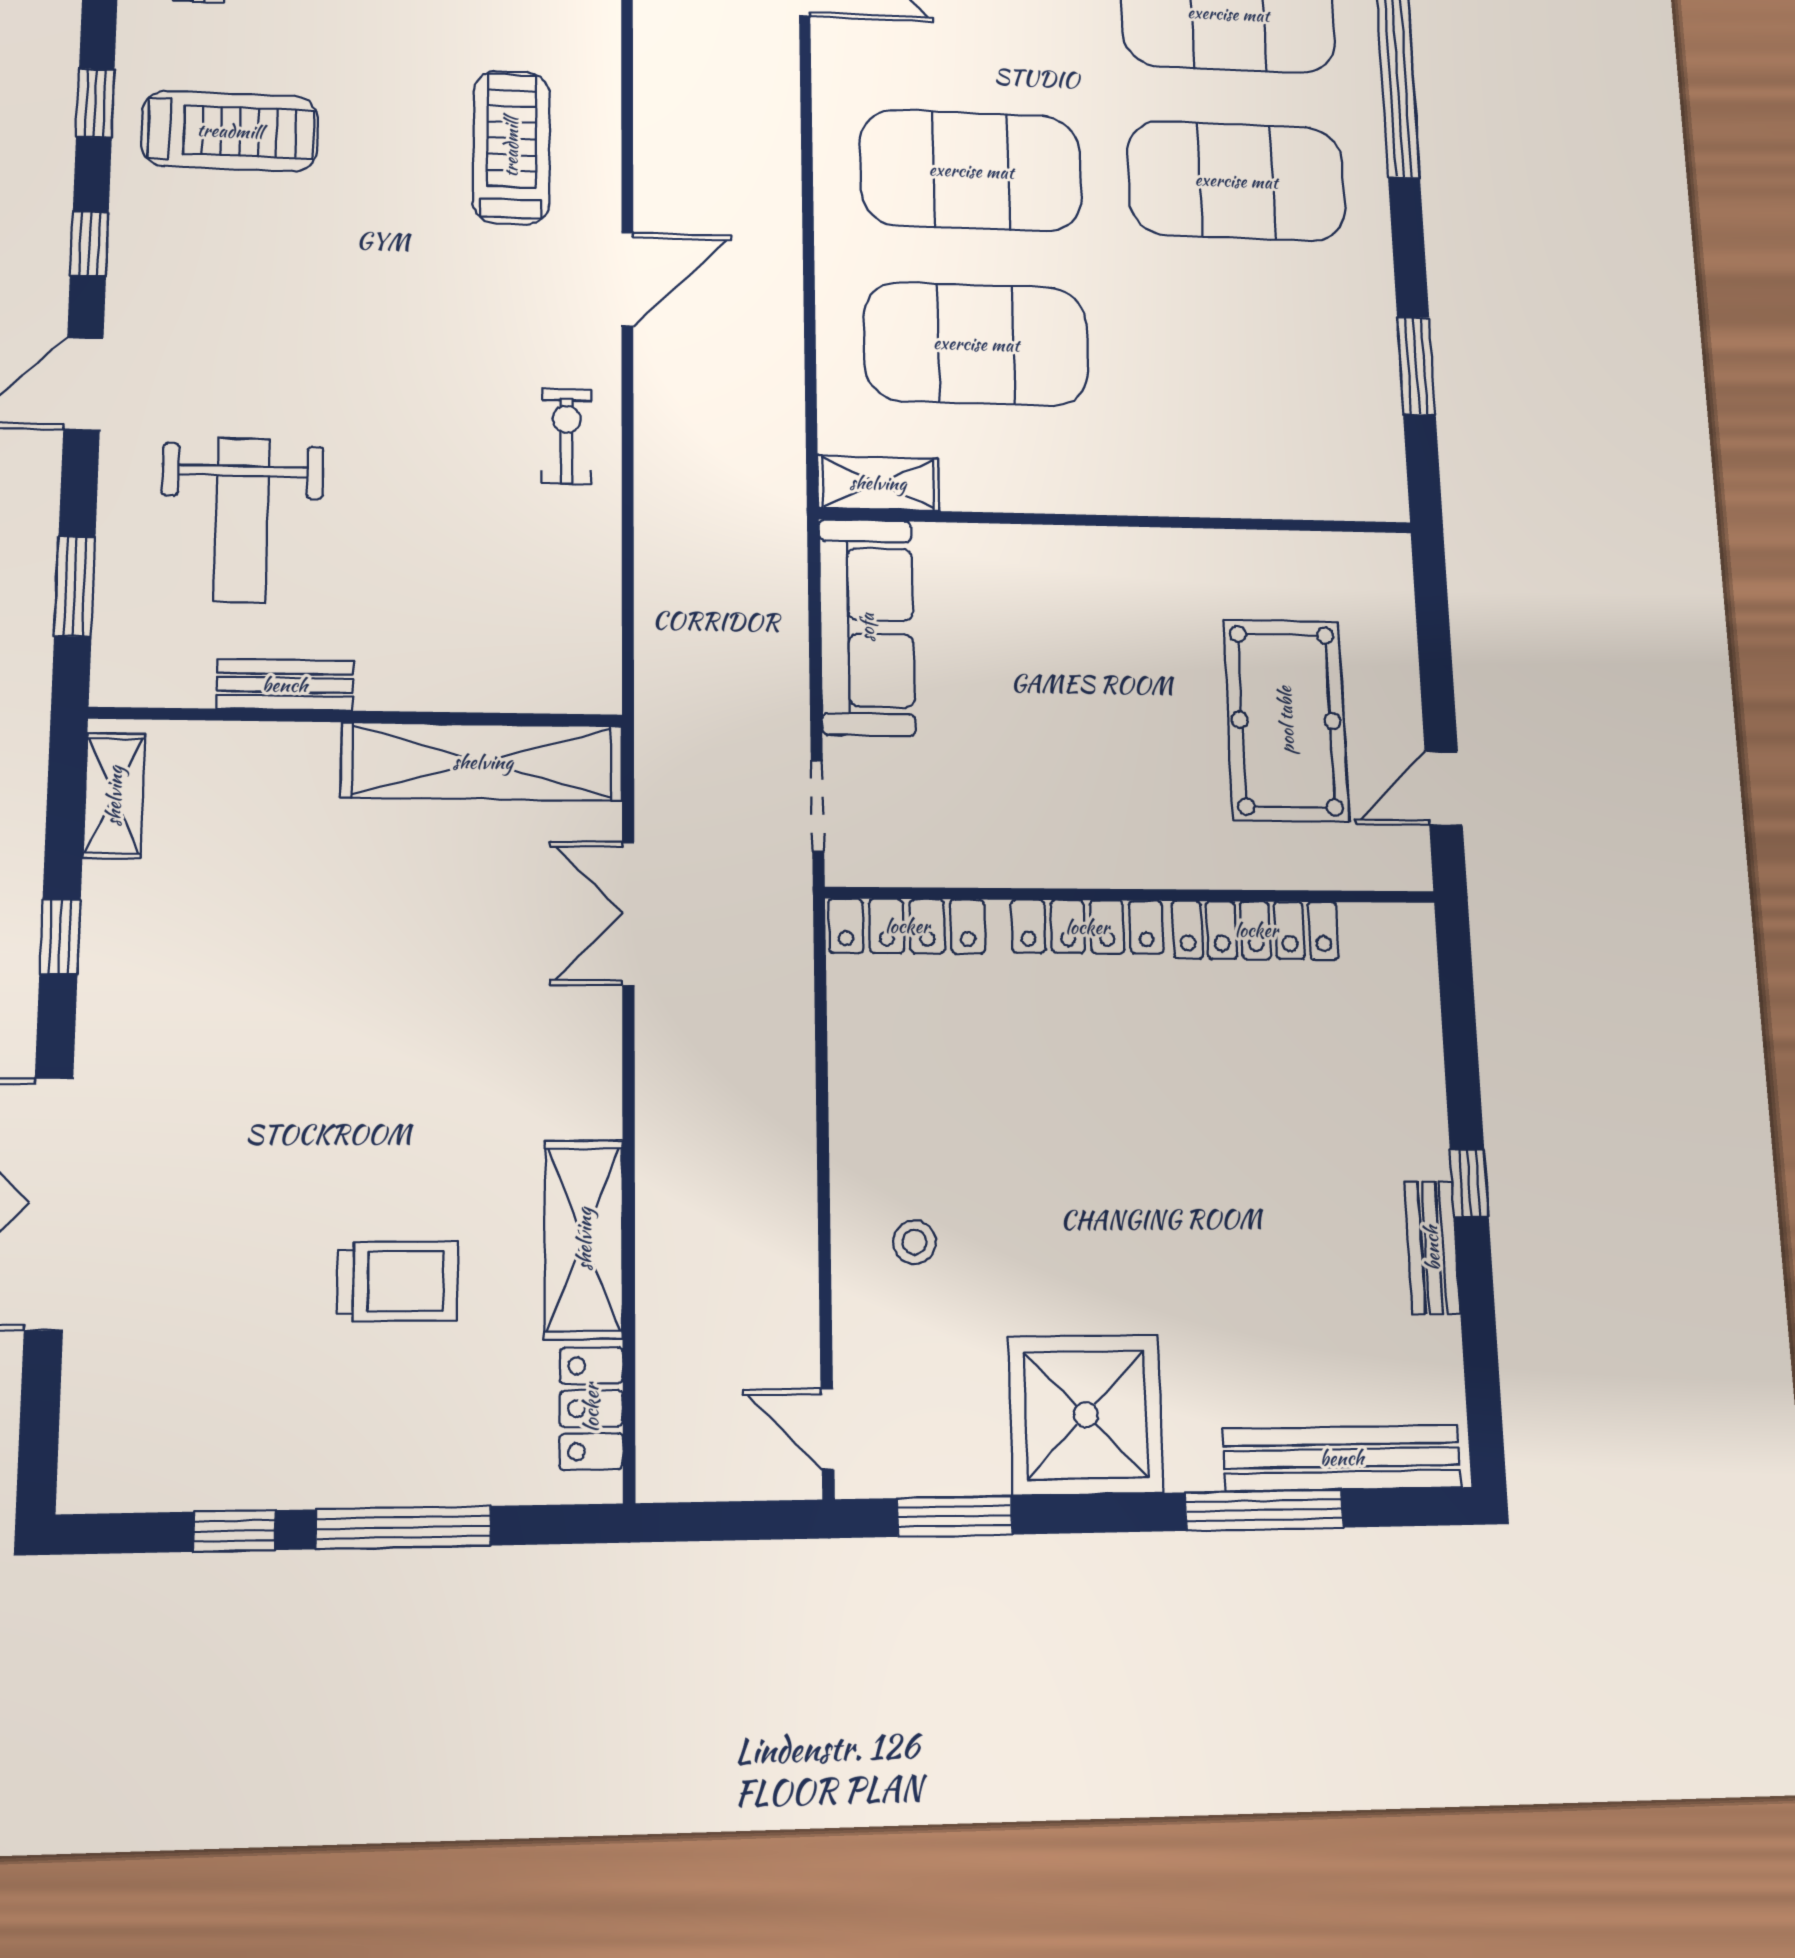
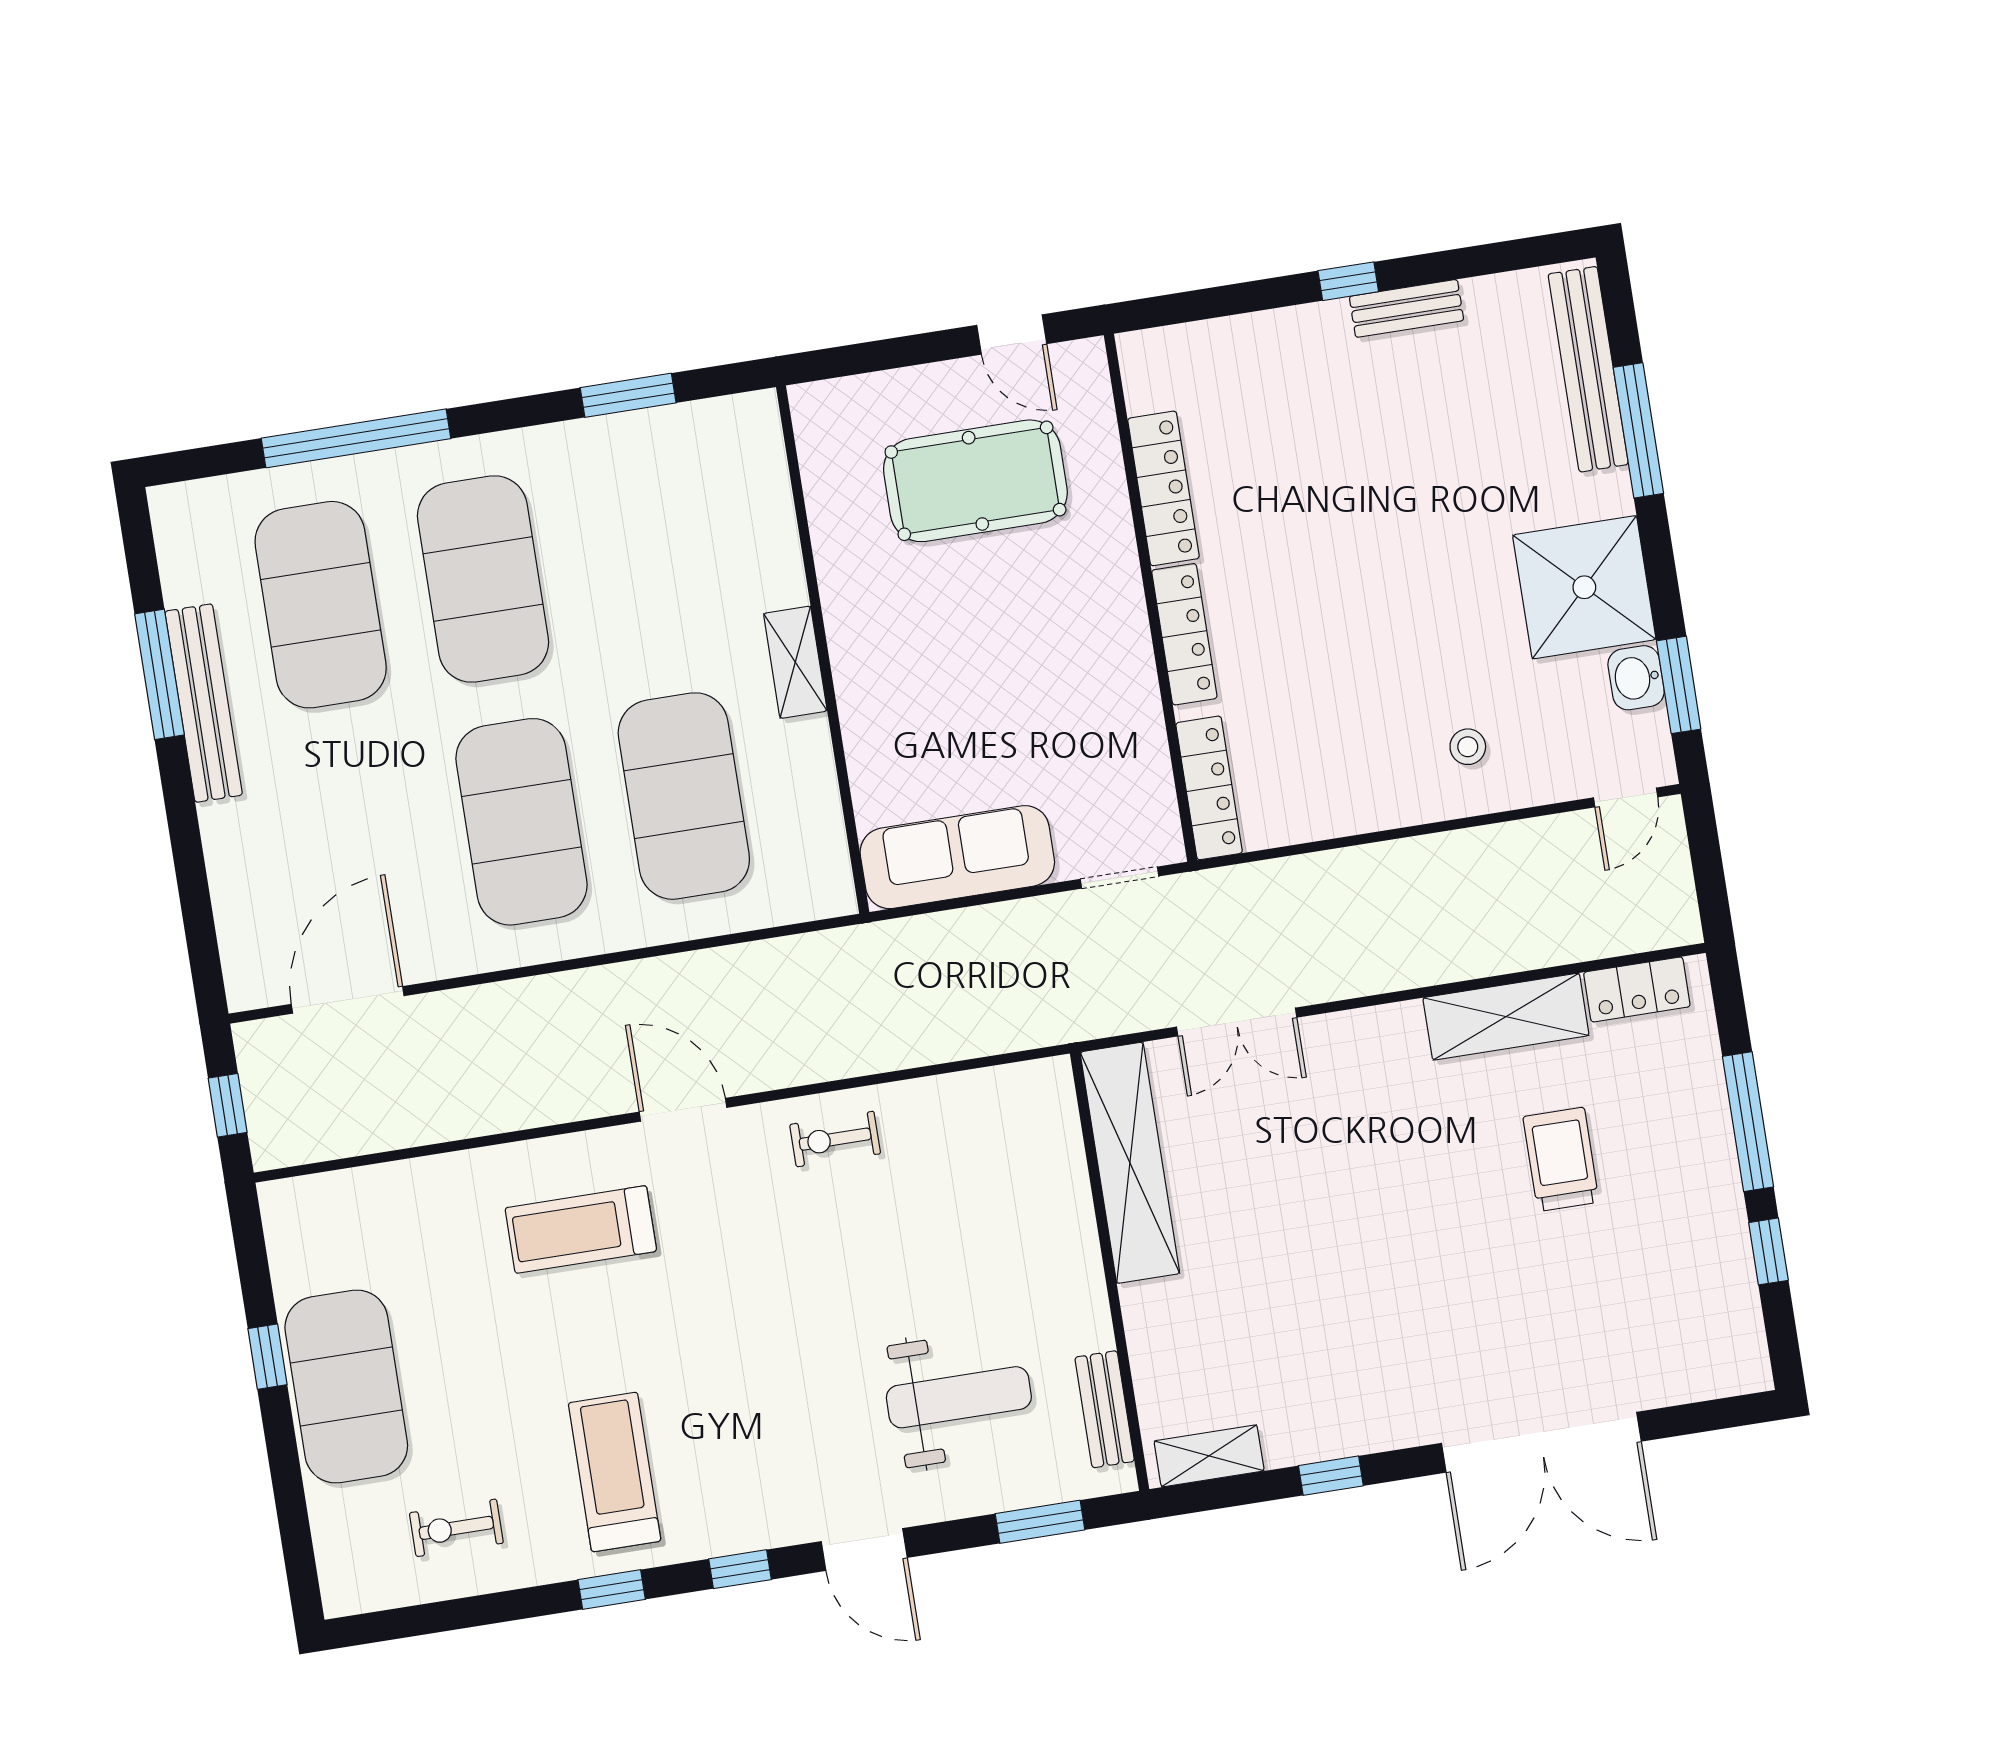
shelving: (878, 483) -> (795, 662), moved
bench: (285, 685) -> (1105, 1409), moved
washbasin: (970, 1464) -> (1636, 678), added

